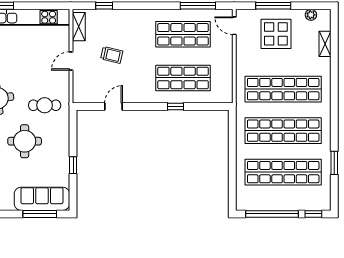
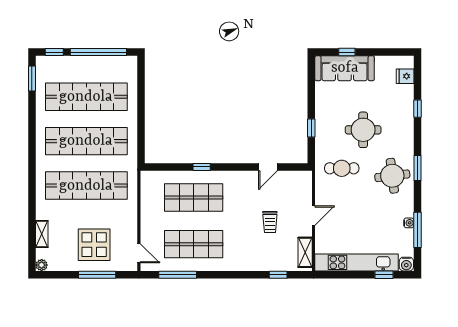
plant: (311, 15) -> (42, 265), moved
trolley: (112, 55) -> (270, 222), turned -103
window: (334, 163) -> (32, 79), moved
window: (73, 165) -> (311, 128), moved
window: (40, 214) -> (347, 52), width x0.46

